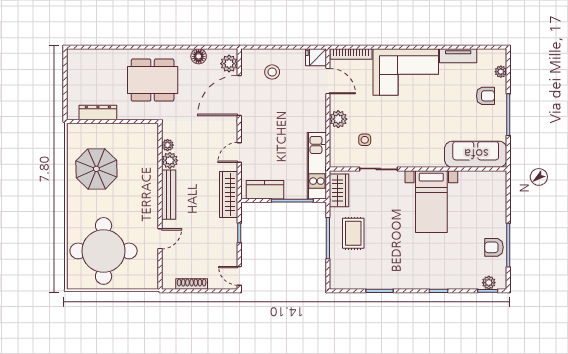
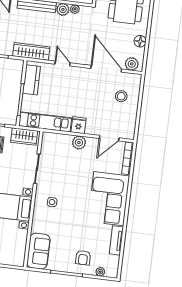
fridge: (316, 57) -> (79, 125), moved
side table: (365, 140) -> (52, 202), moved
sofa: (476, 154) -> (38, 251), width x0.73

